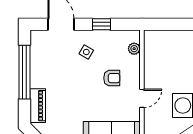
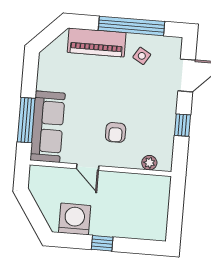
side table: (86, 52) -> (142, 56), moved
piano: (38, 106) -> (97, 42), width x1.37, depth x1.33

